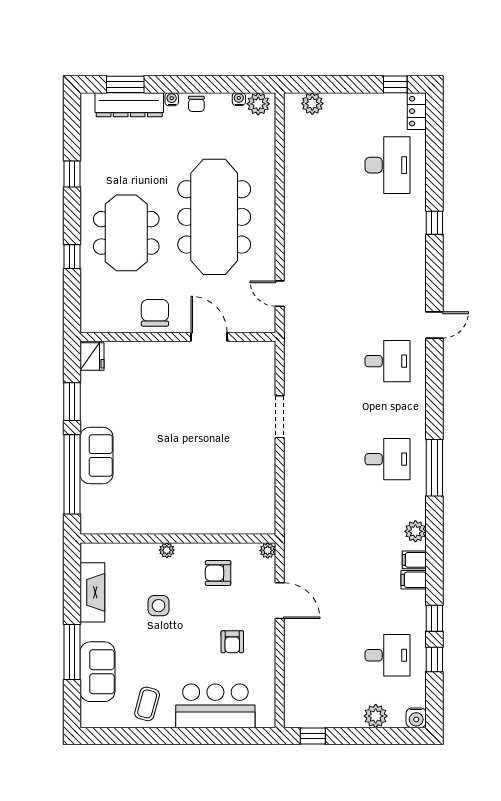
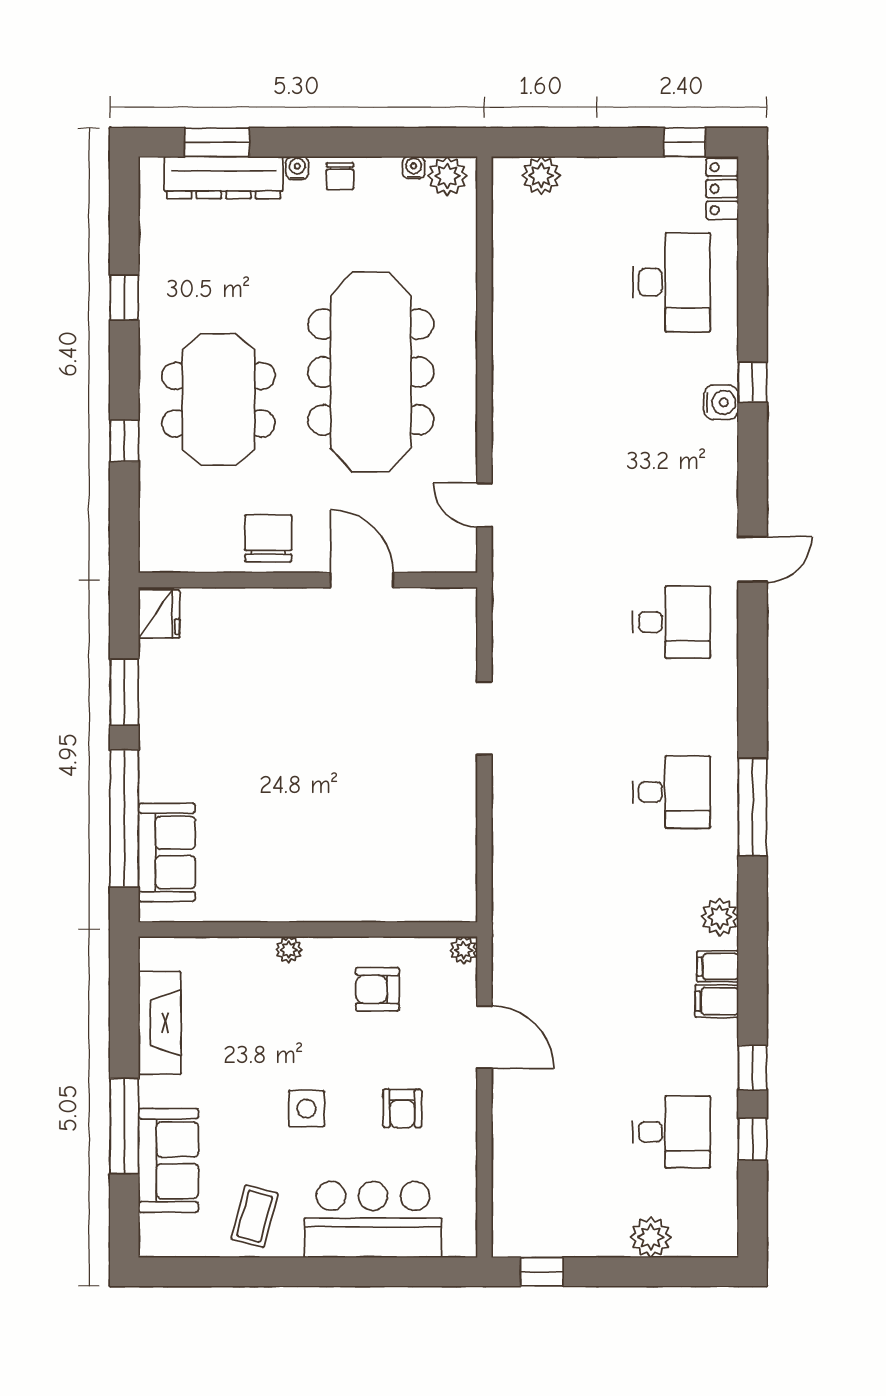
sofa: (96, 456) -> (167, 852), moved
side table: (159, 606) -> (306, 1109), moved
water cooler: (416, 718) -> (721, 402), moved, turned -90

